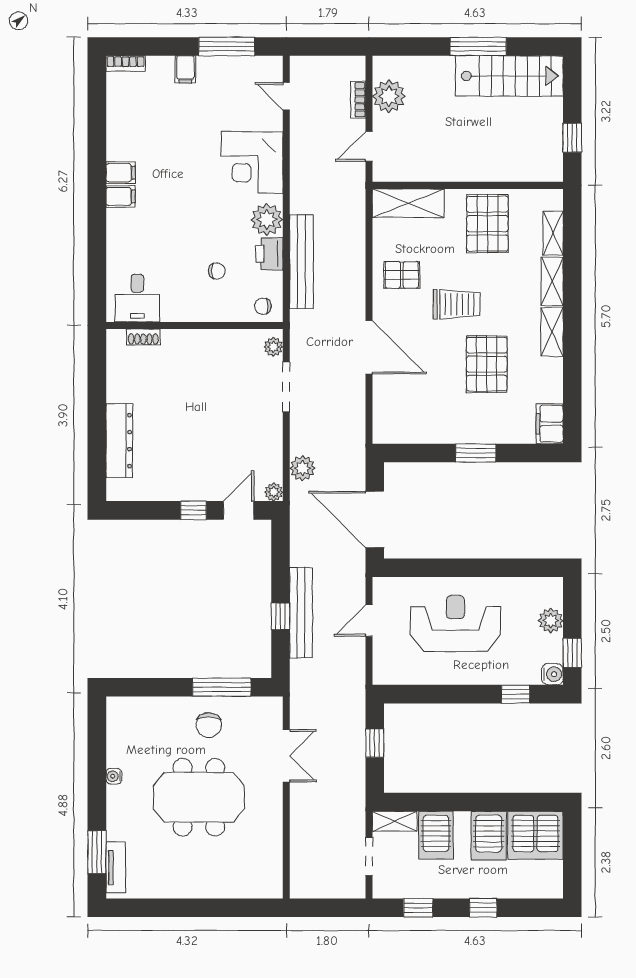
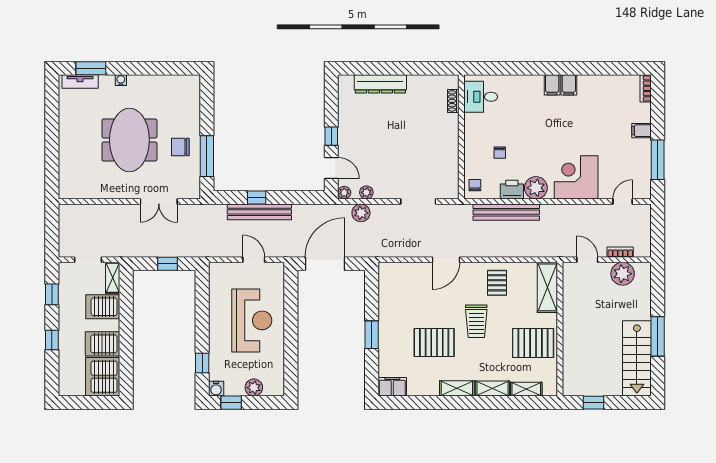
plant: (273, 347) -> (366, 192), moved
door: (369, 347) -> (446, 260), width x0.73
water cooler: (114, 776) -> (121, 80), moved

